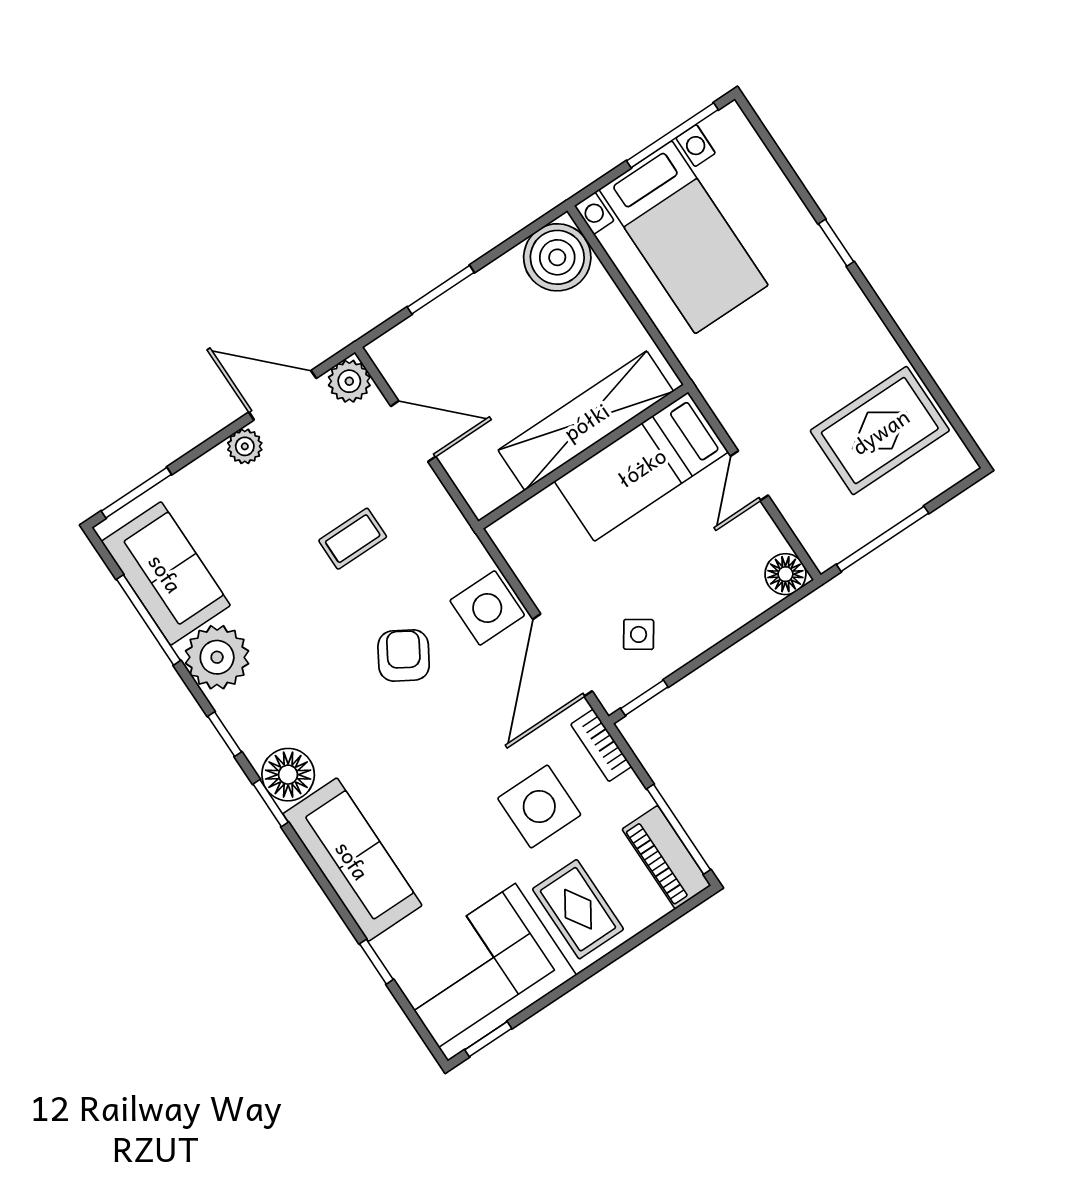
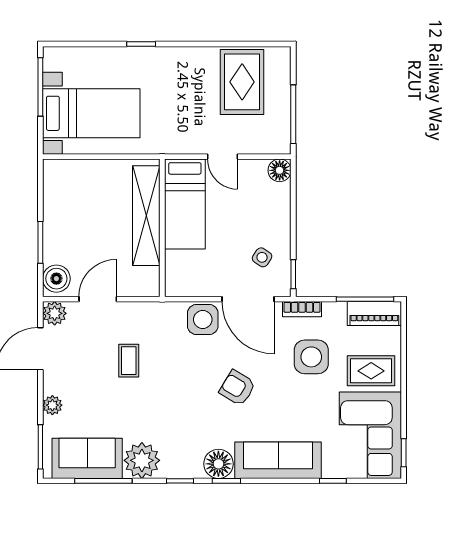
boiler: (557, 257) -> (56, 279), moved, width x0.73, depth x0.73
plant: (245, 446) -> (52, 405), moved
armchair: (404, 656) -> (237, 388), moved

